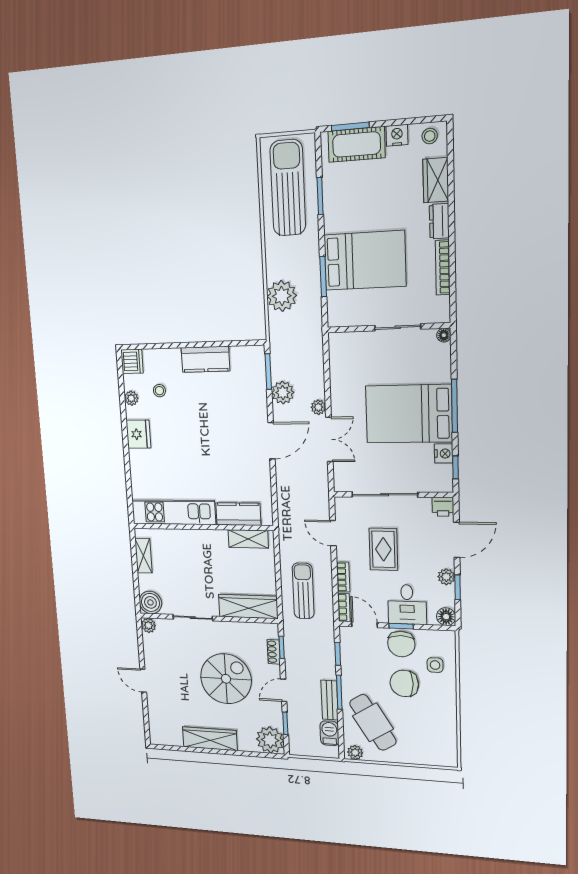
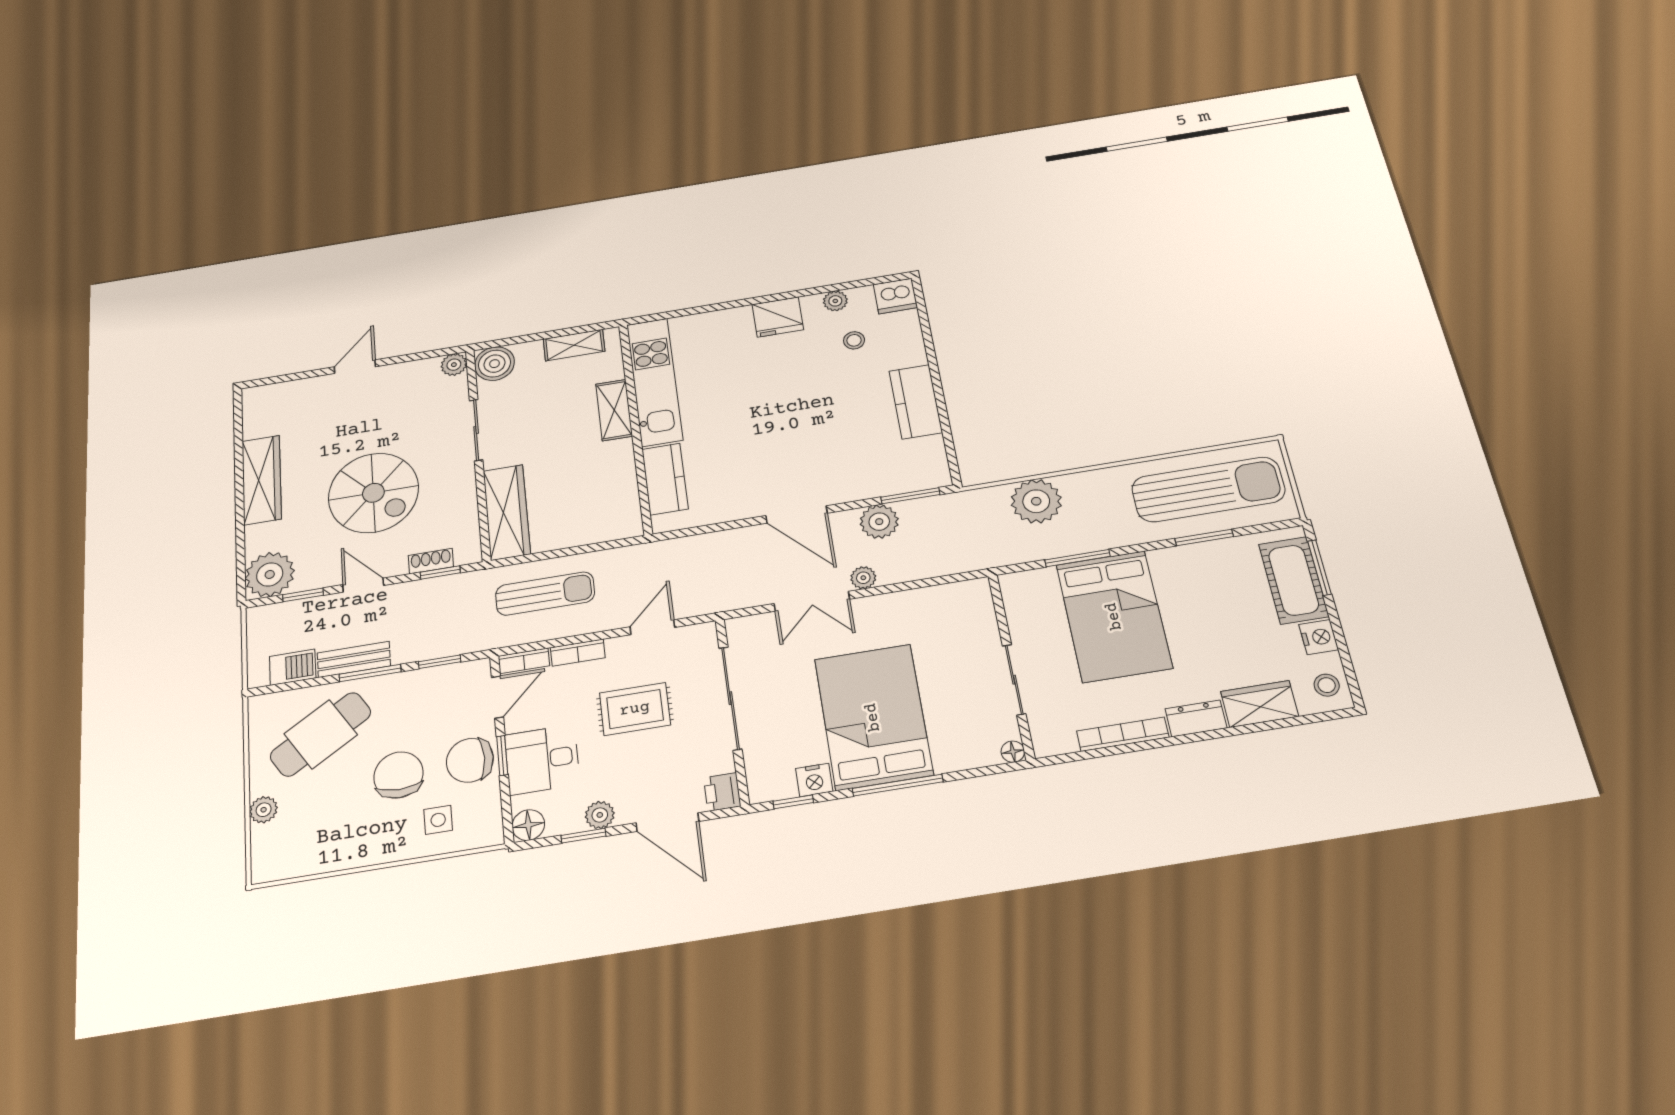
shelving: (248, 539) -> (614, 410), moved
plant: (355, 753) -> (264, 810), moved

